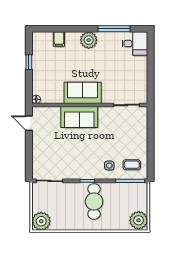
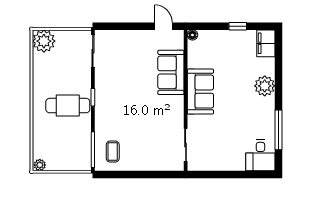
filing cabinet: (59, 39) -> (266, 43), moved, width x2.00
plant: (89, 40) -> (265, 86), moved
sofa: (79, 117) -> (171, 72), moved
door: (29, 123) -> (163, 26), hinge flipped
side table: (109, 166) -> (112, 124), removed
plant: (139, 220) -> (40, 165), width x0.53, depth x0.53

